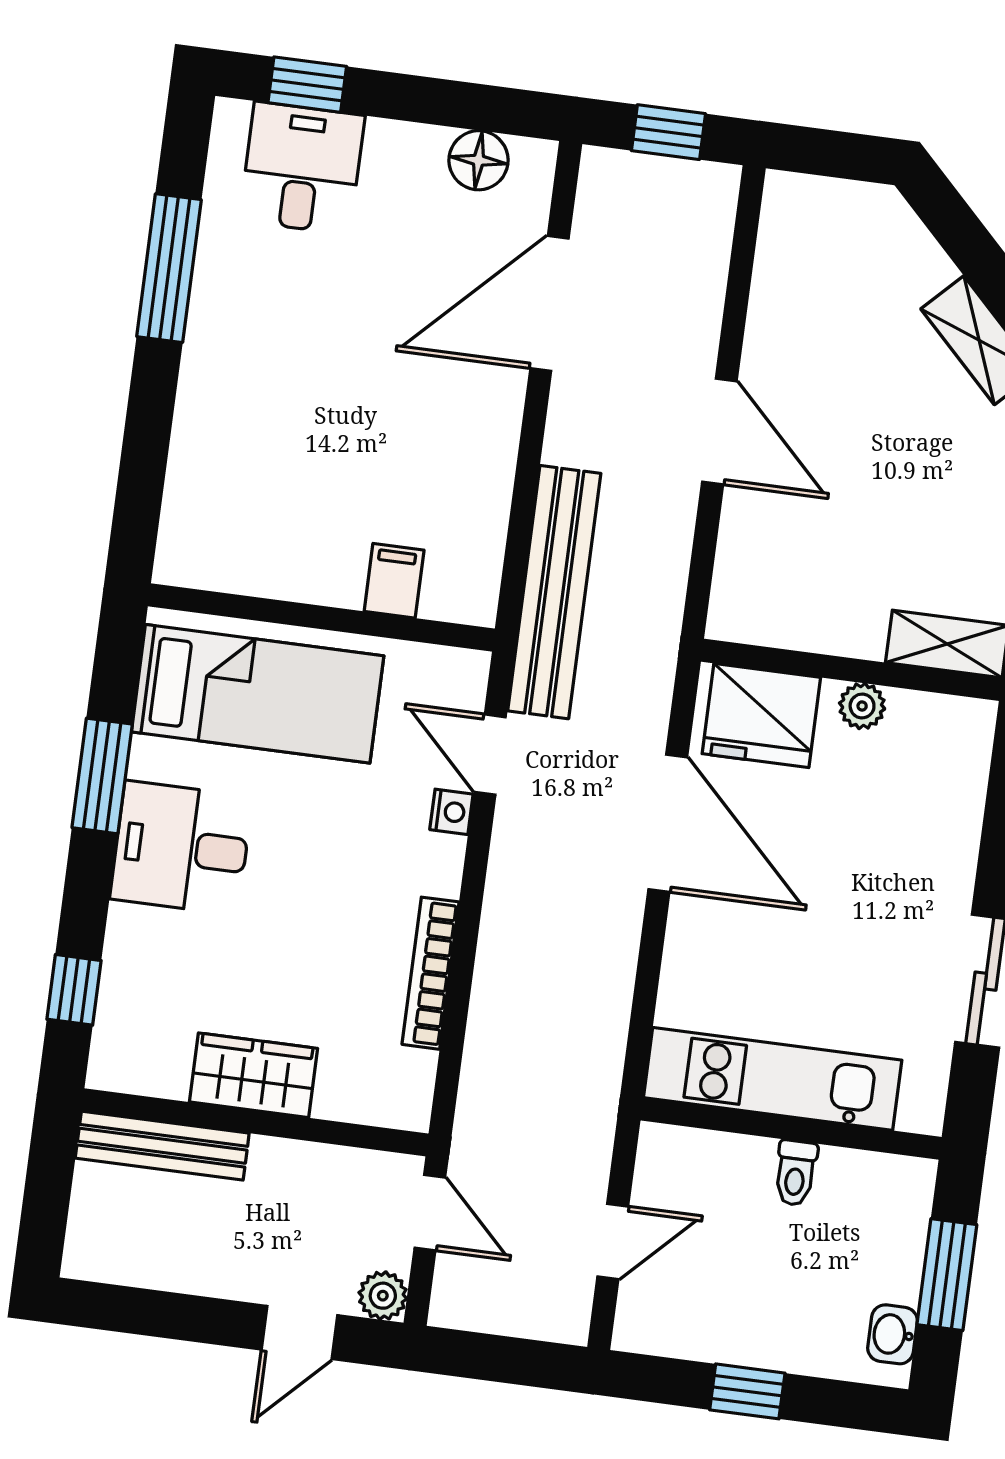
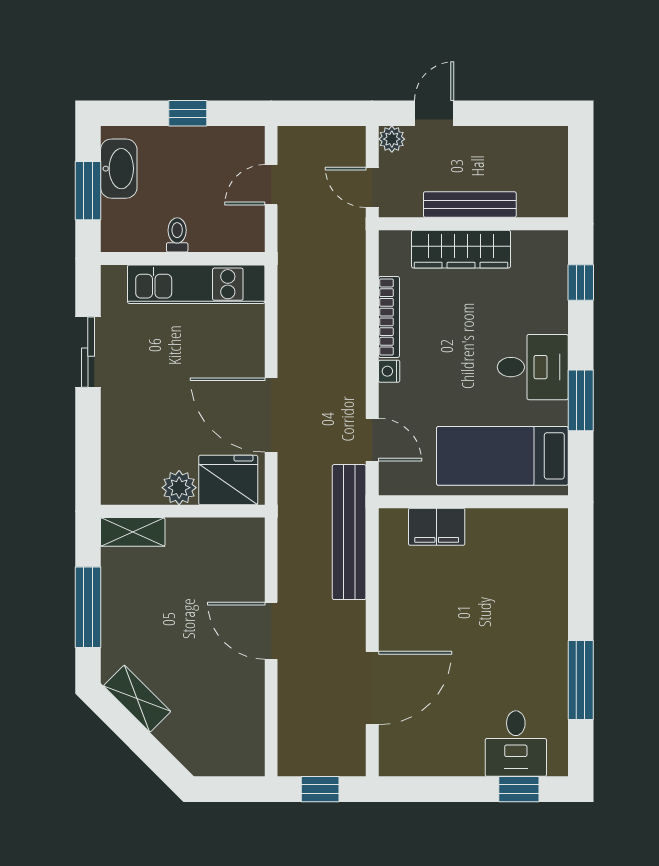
floor lamp: (479, 160) -> (421, 760), removed
filing cabinet: (394, 581) -> (437, 527), width x2.00
plant: (862, 706) -> (179, 488), width x1.38, depth x1.38
nightstand: (451, 812) -> (389, 371), moved
wardrobe: (254, 1075) -> (461, 249), width x1.50
bench: (162, 1146) -> (470, 205), moved
washbasin: (892, 1334) -> (119, 169), width x1.91, depth x1.45

